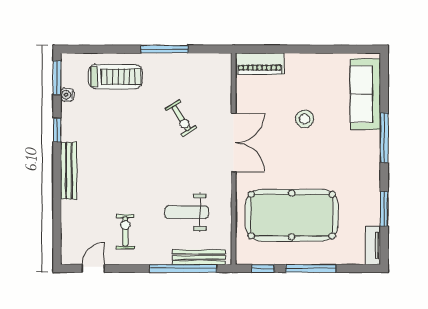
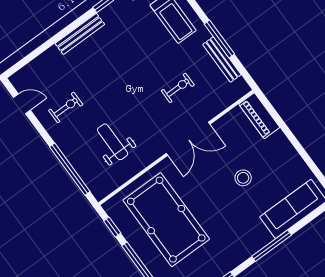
exercise bike: (181, 118) -> (178, 88), turned -148
bench: (199, 257) -> (222, 59), moved

